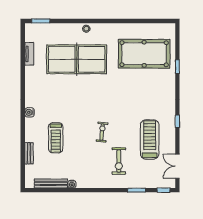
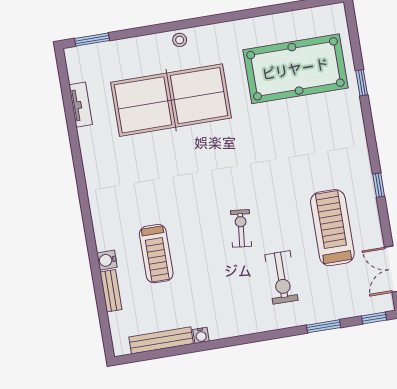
water cooler: (30, 112) -> (107, 260), moved

